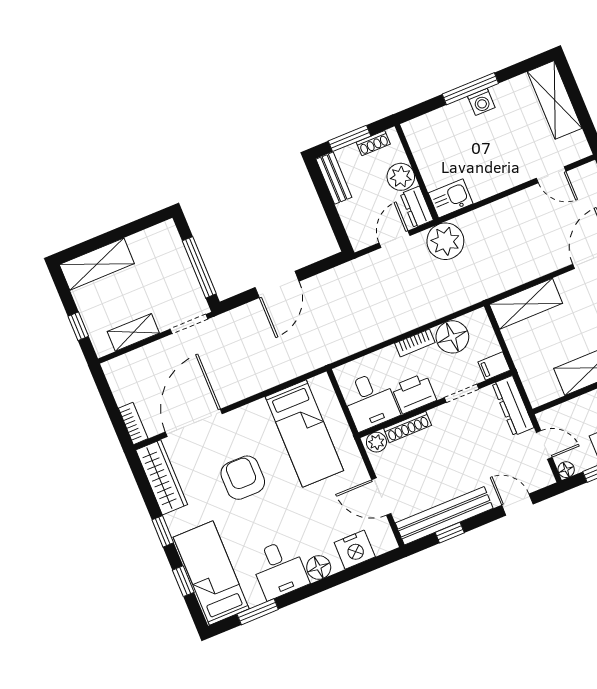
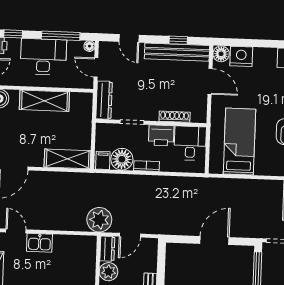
kitchen sink: (451, 198) -> (39, 243), moved
filing cabinet: (494, 366) -> (103, 160), moved, turned -90
plant: (376, 442) -> (198, 116), removed
floor lamp: (319, 567) -> (221, 54), moved

